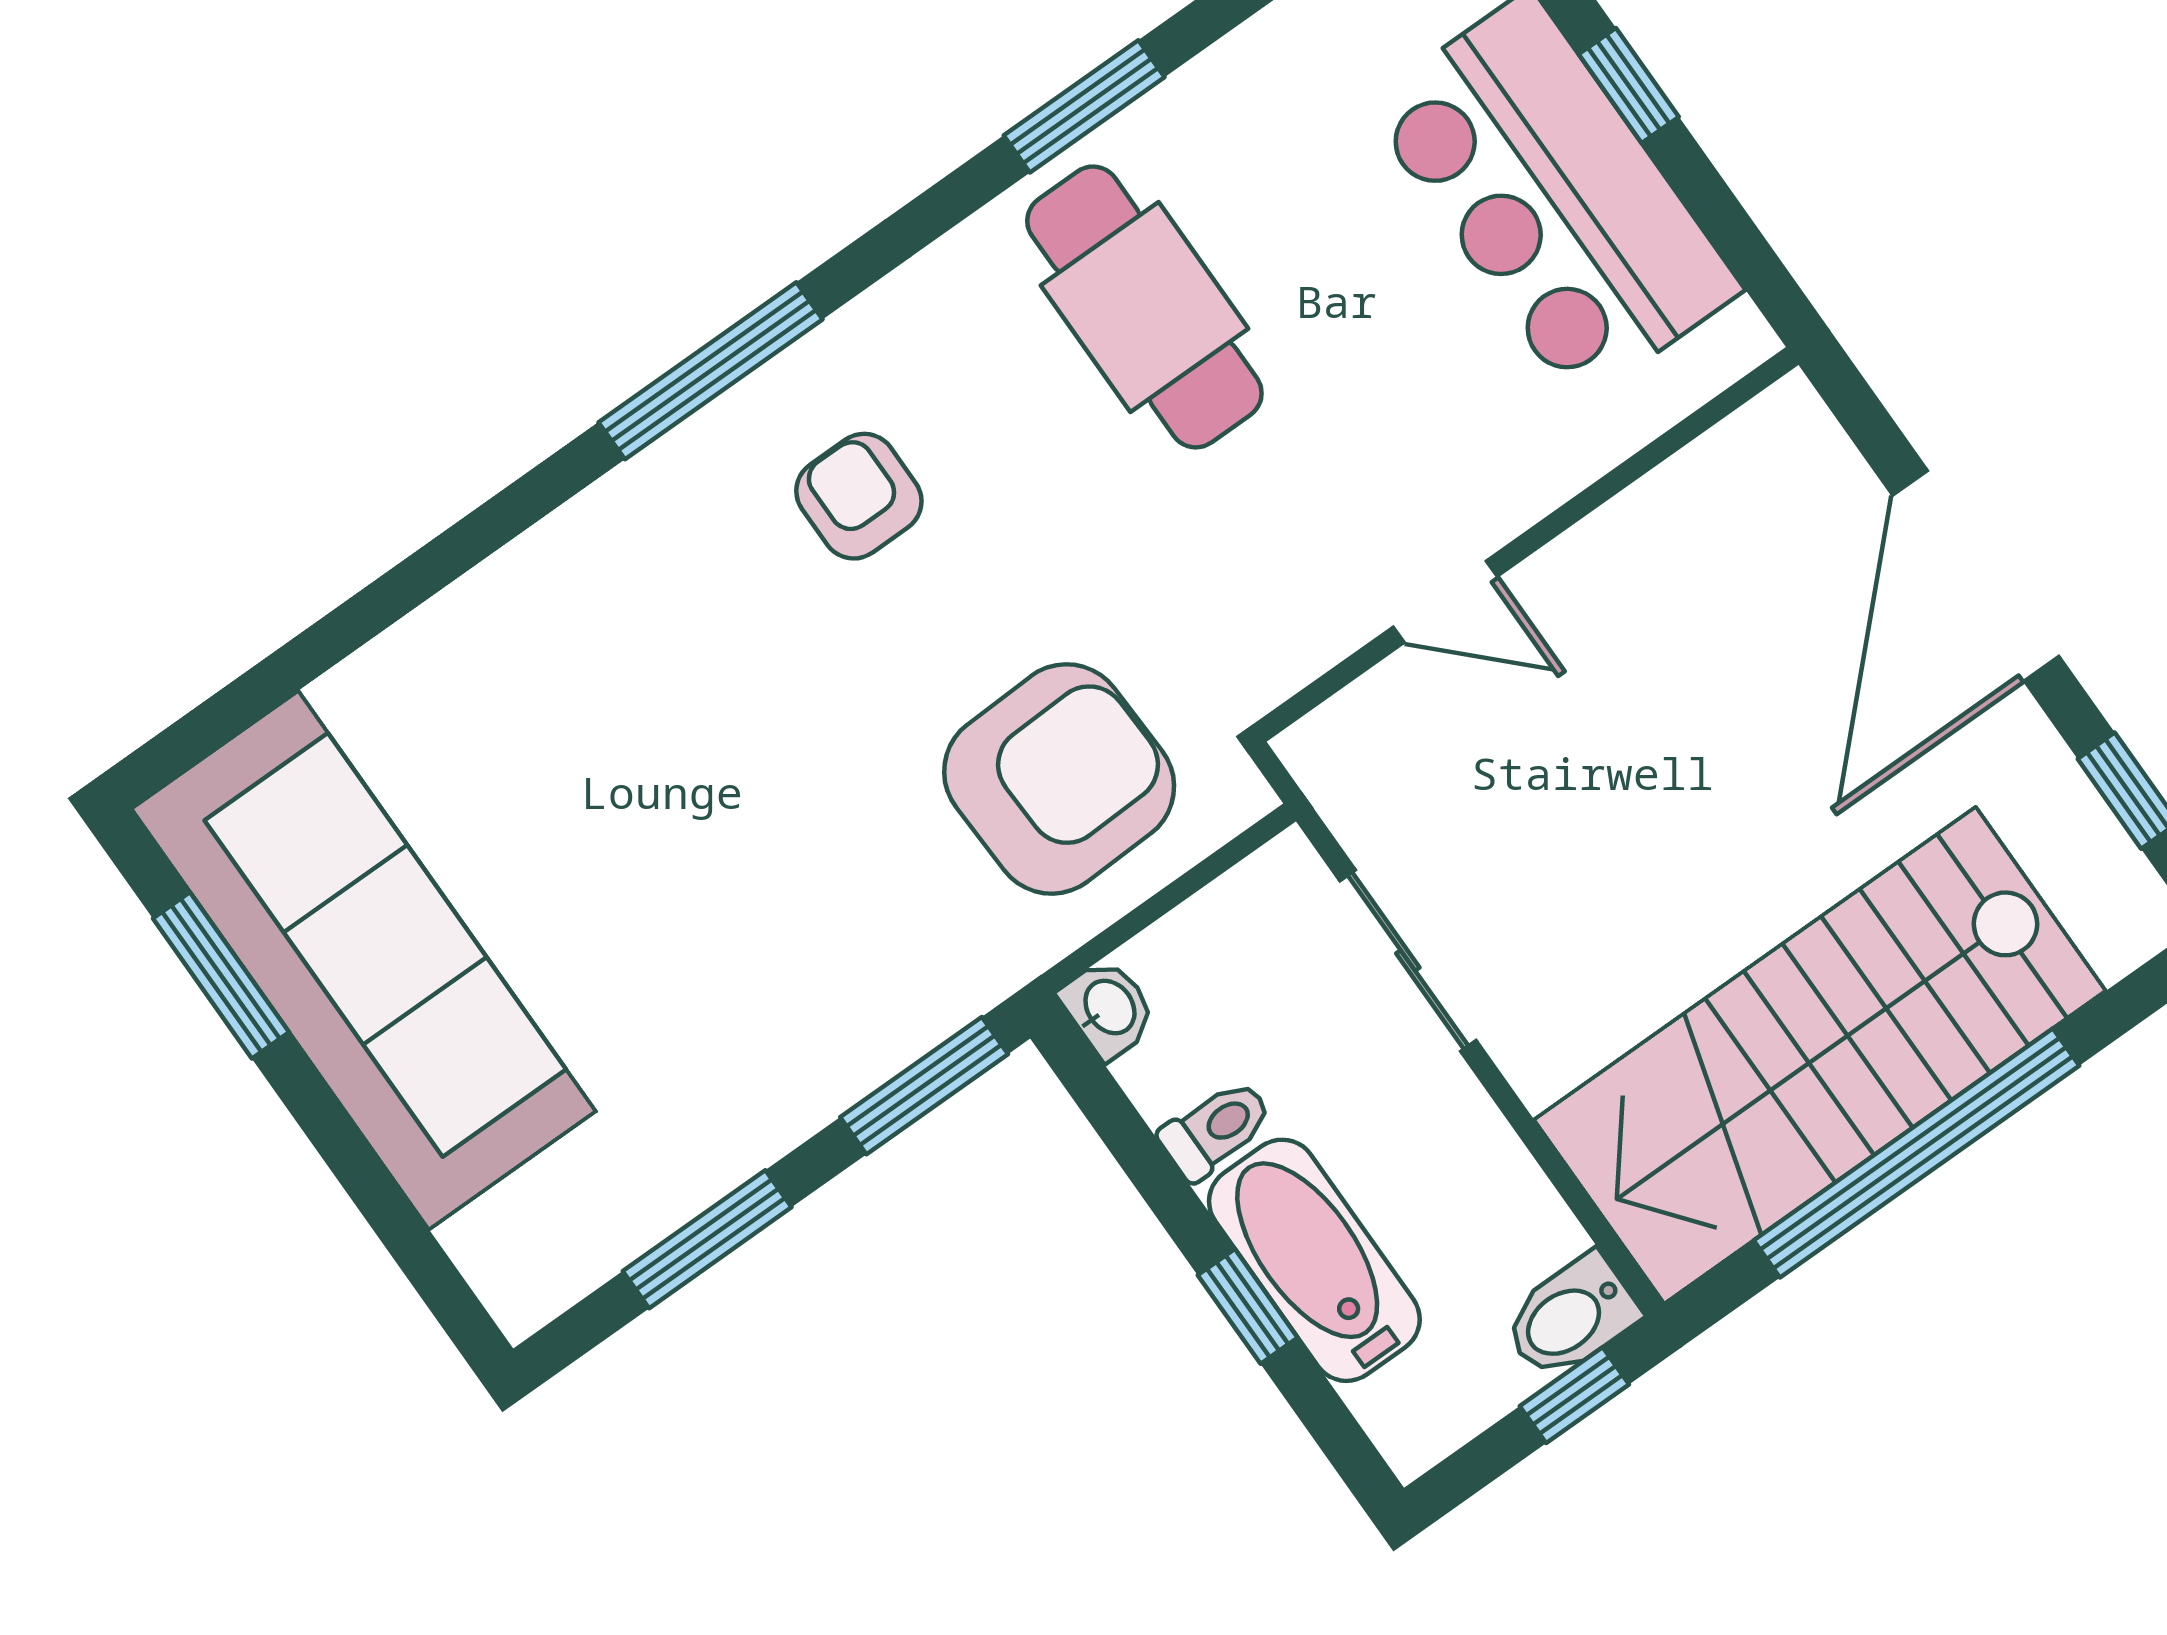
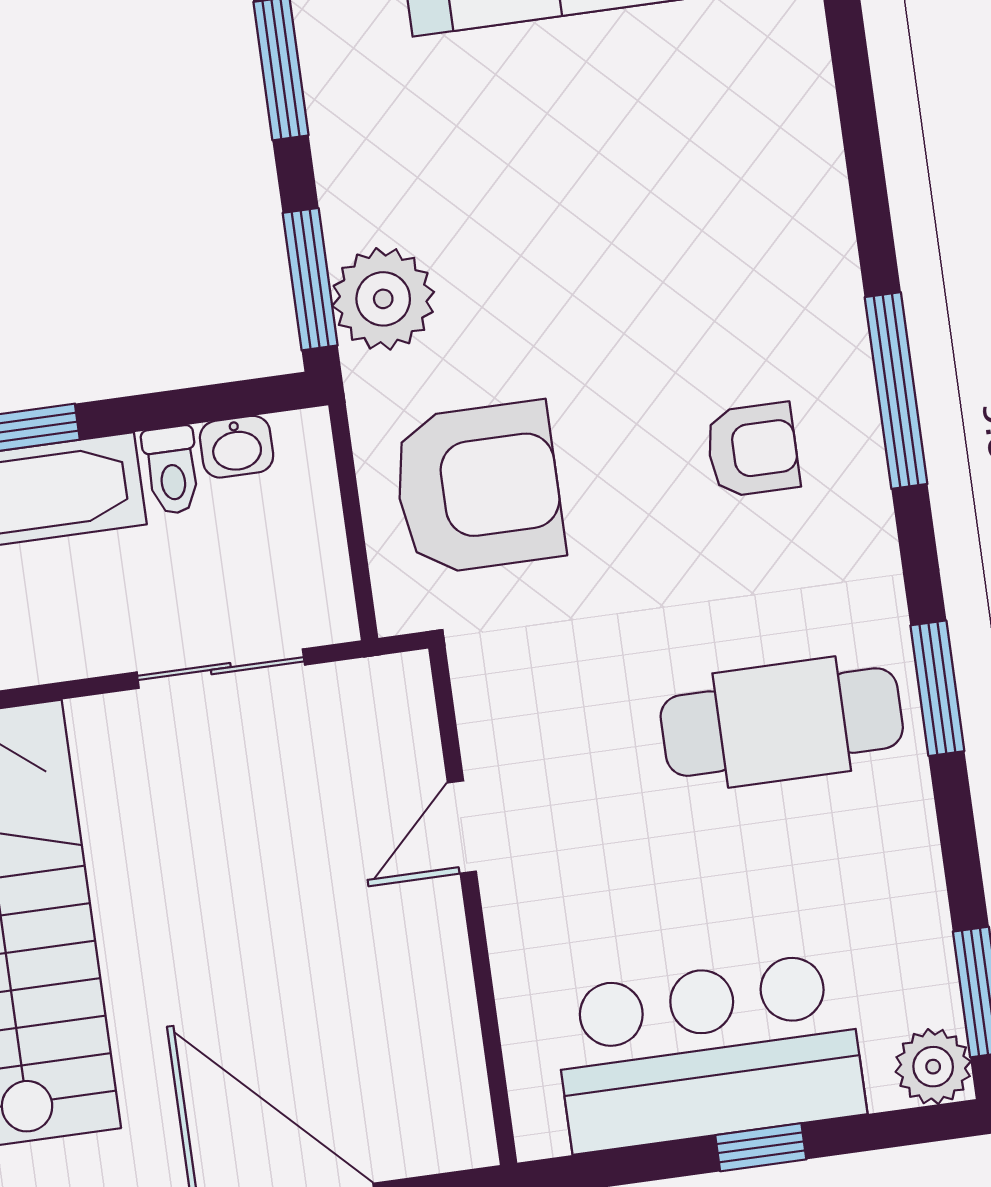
window: (1084, 106) -> (937, 688), moved
armchair: (1059, 779) -> (478, 488), turned -88
plant: (904, 993) -> (383, 299), added
washbasin: (1108, 1008) -> (237, 447), moved

